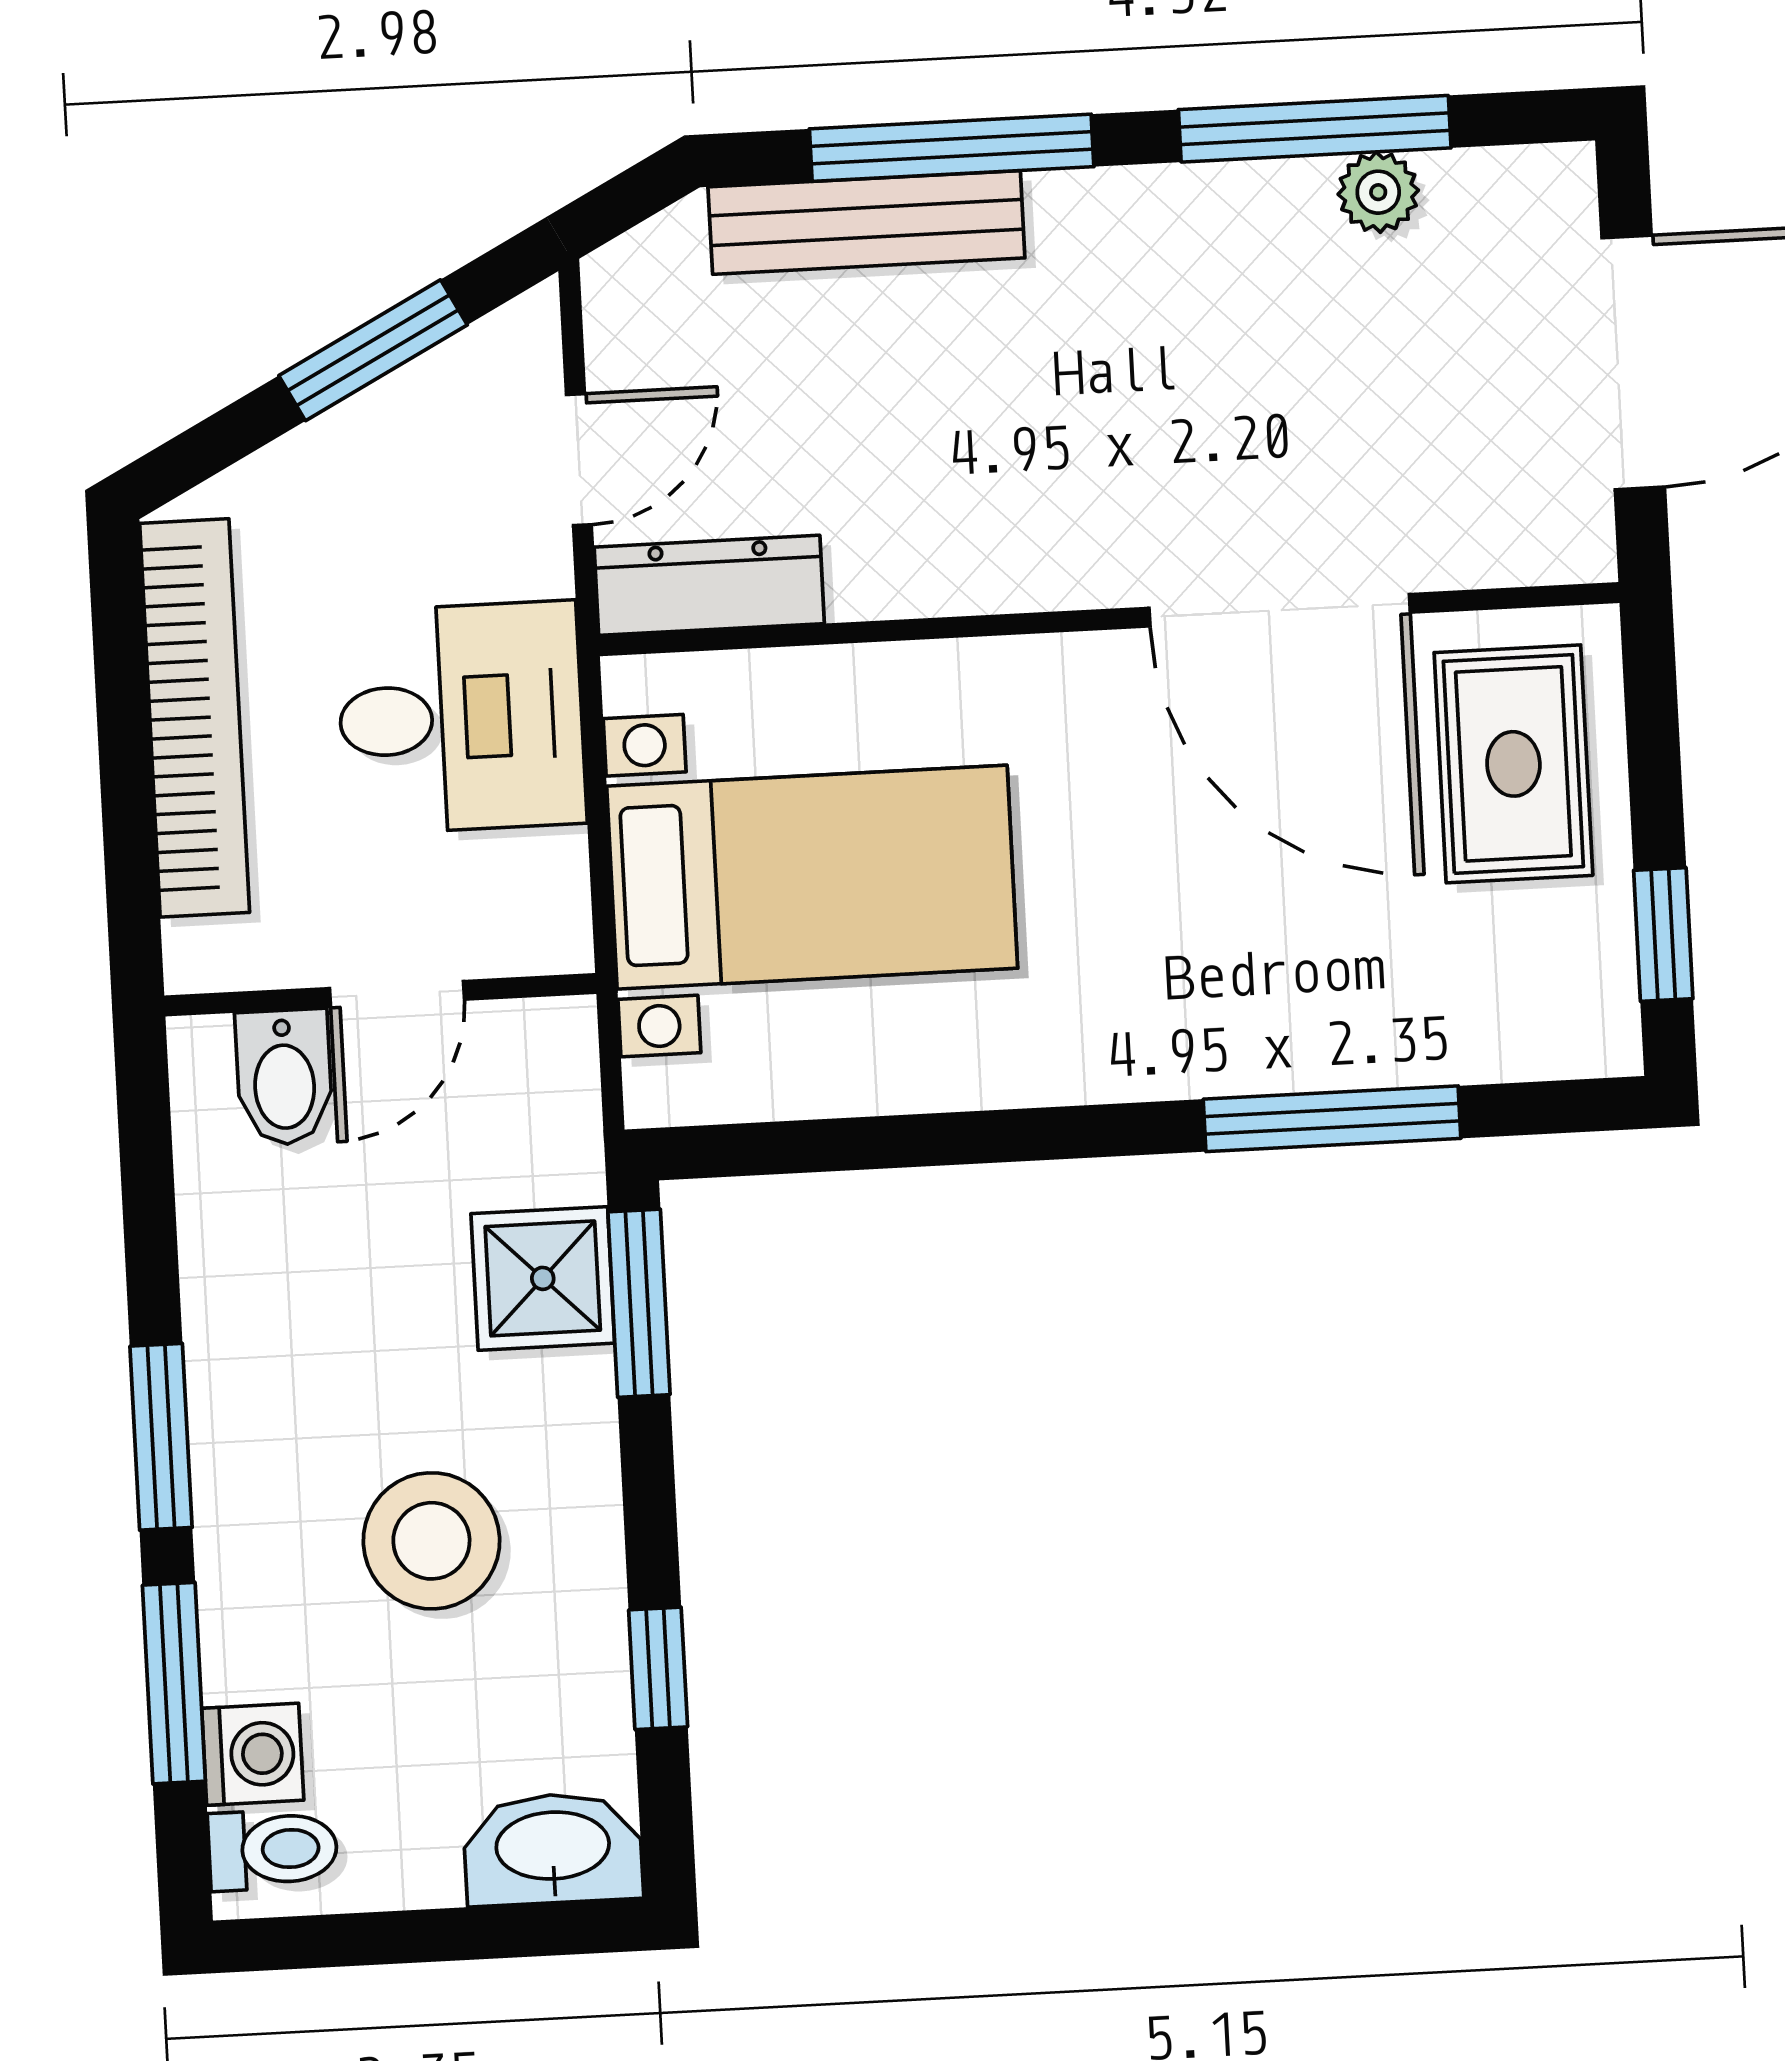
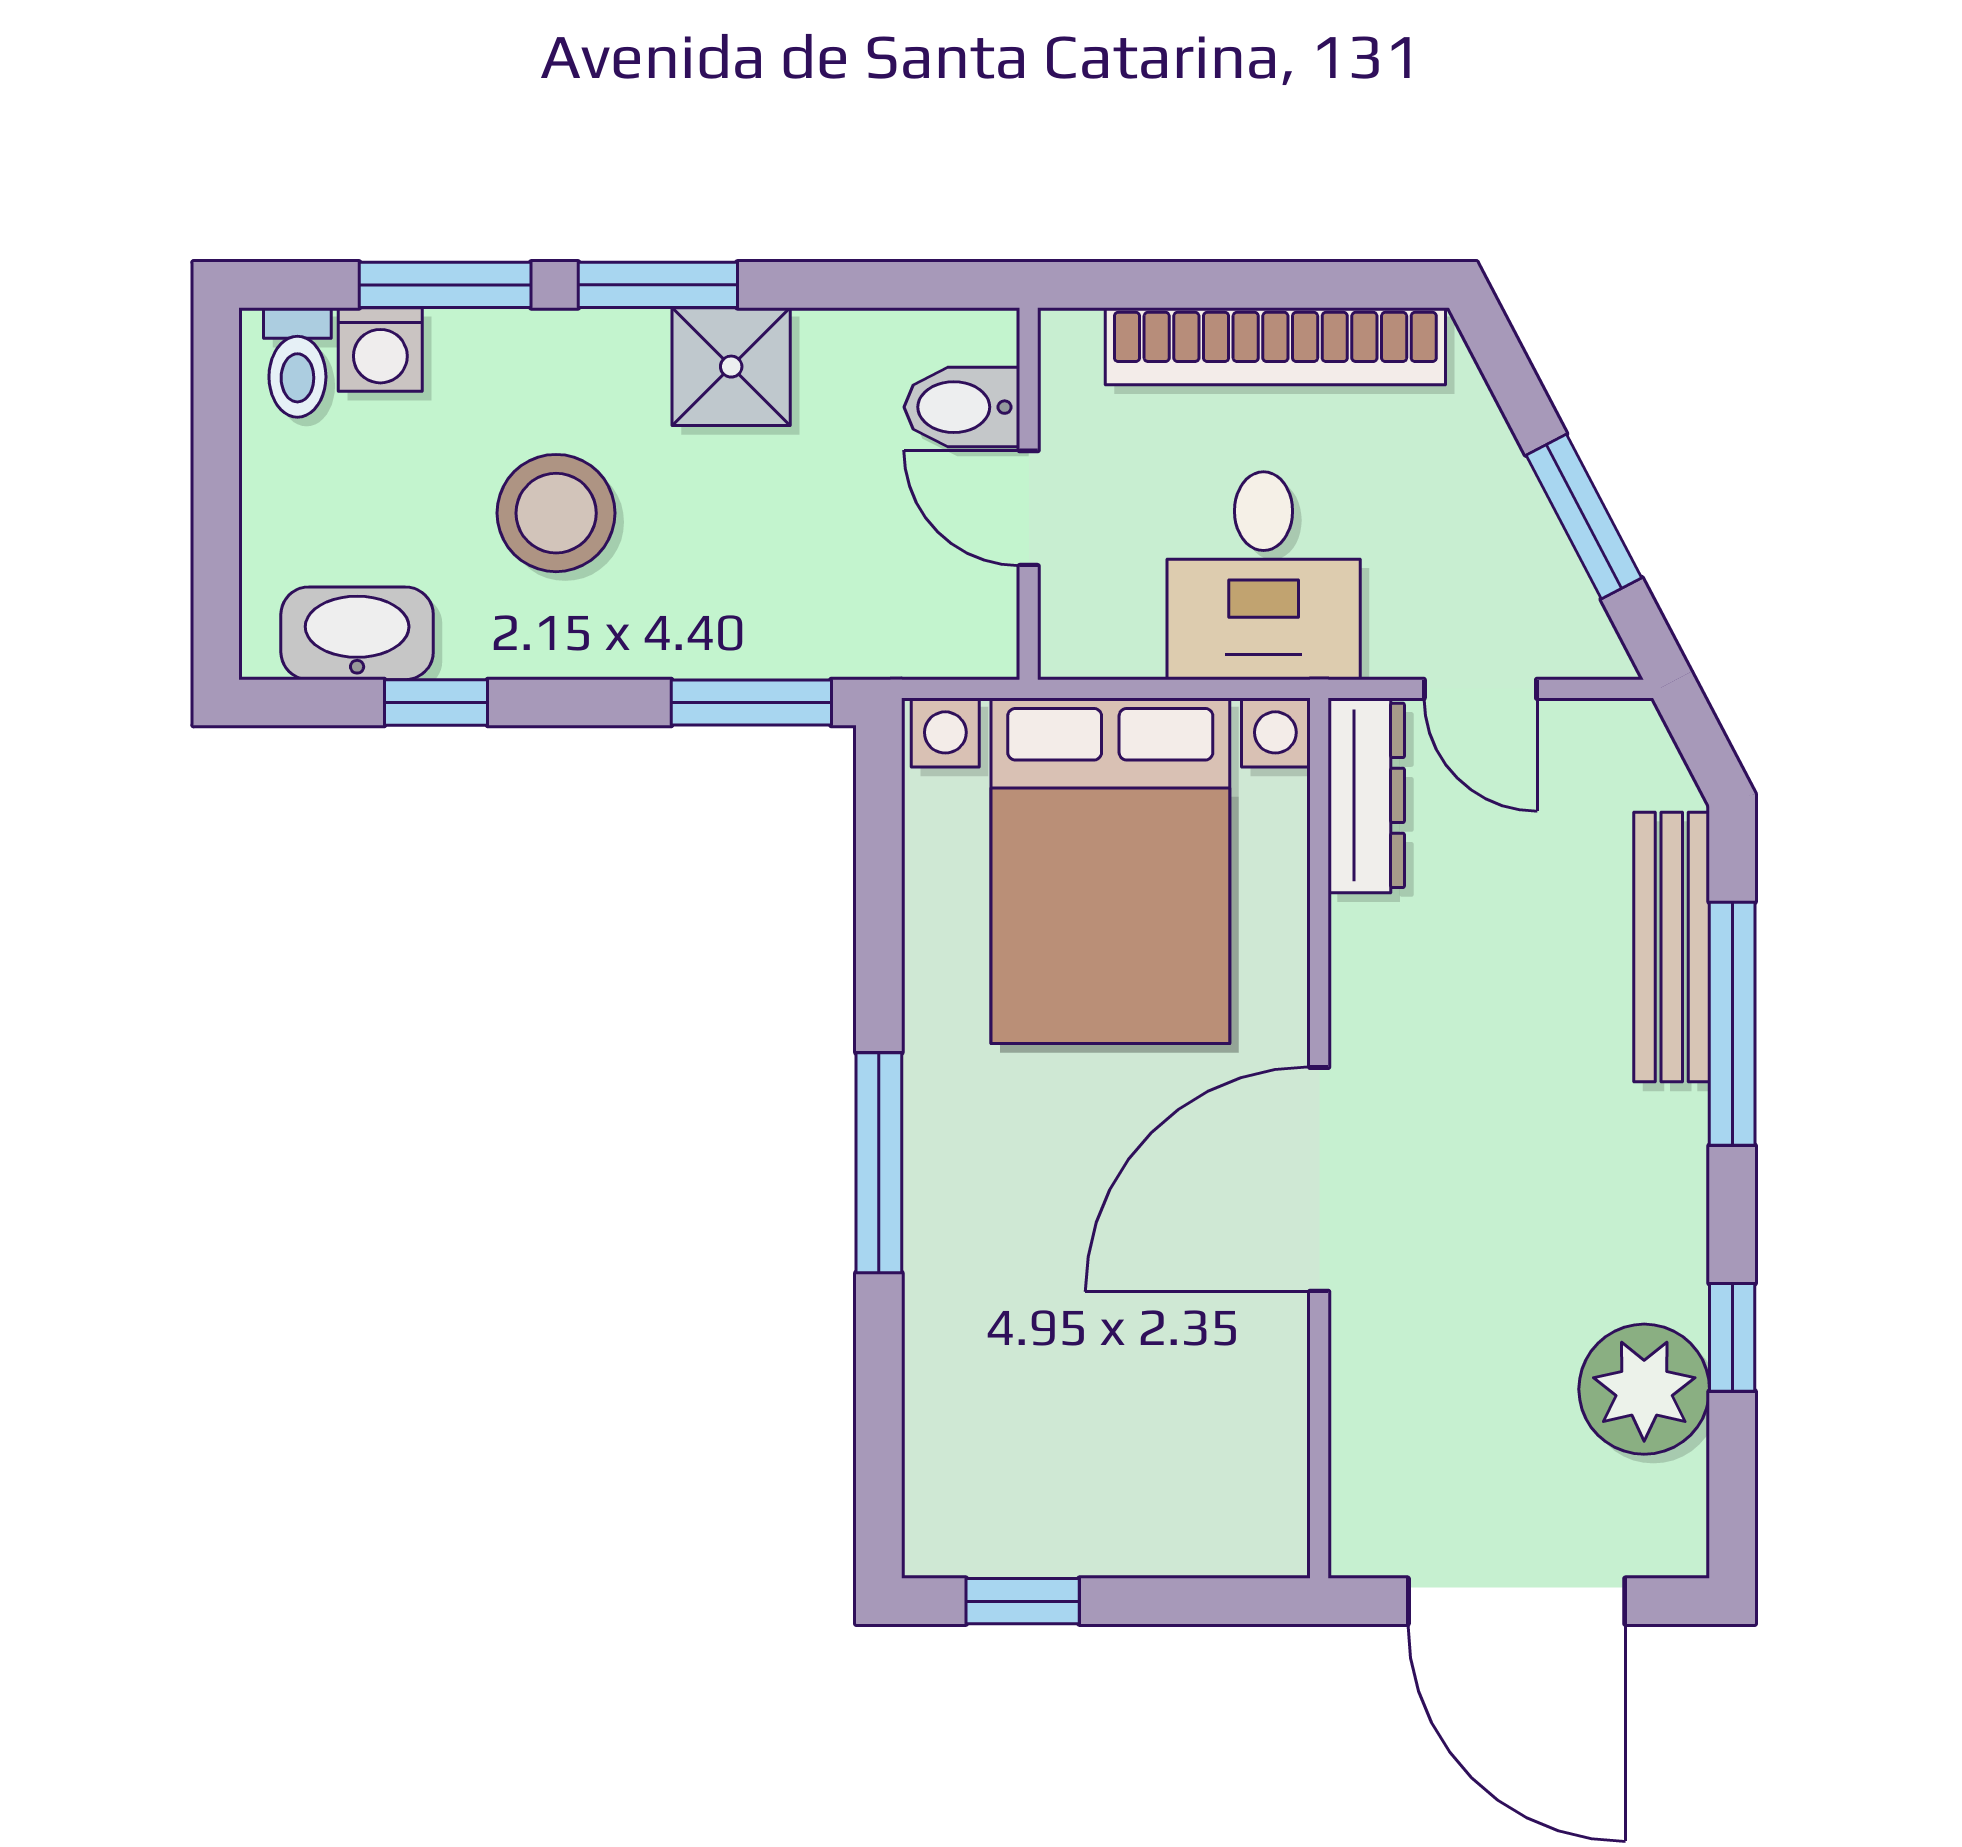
window: (1315, 129) -> (1732, 1337), width x0.46
plant: (1378, 192) -> (1644, 1389), width x1.88, depth x1.88
door: (1280, 610) -> (1319, 1179), moved
rug: (1513, 764) -> (1176, 1480), removed
bed with nightstands: (812, 877) -> (1110, 871), width x1.36
window: (1332, 1119) -> (879, 1163), moved
shower: (543, 1278) -> (731, 367), moved
washbasin: (553, 1849) -> (357, 633), moved, turned -90

